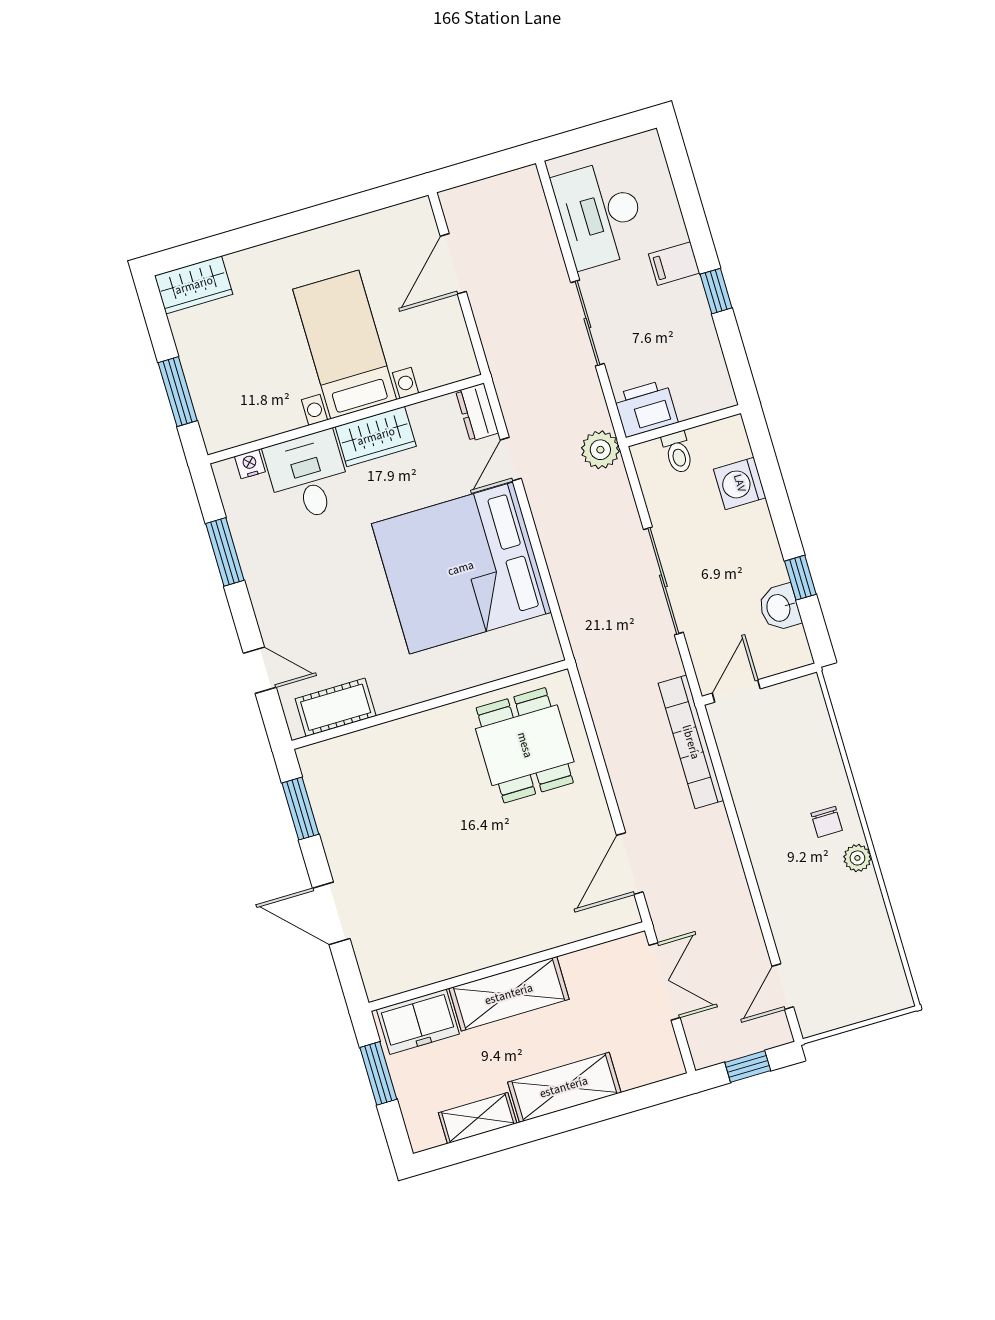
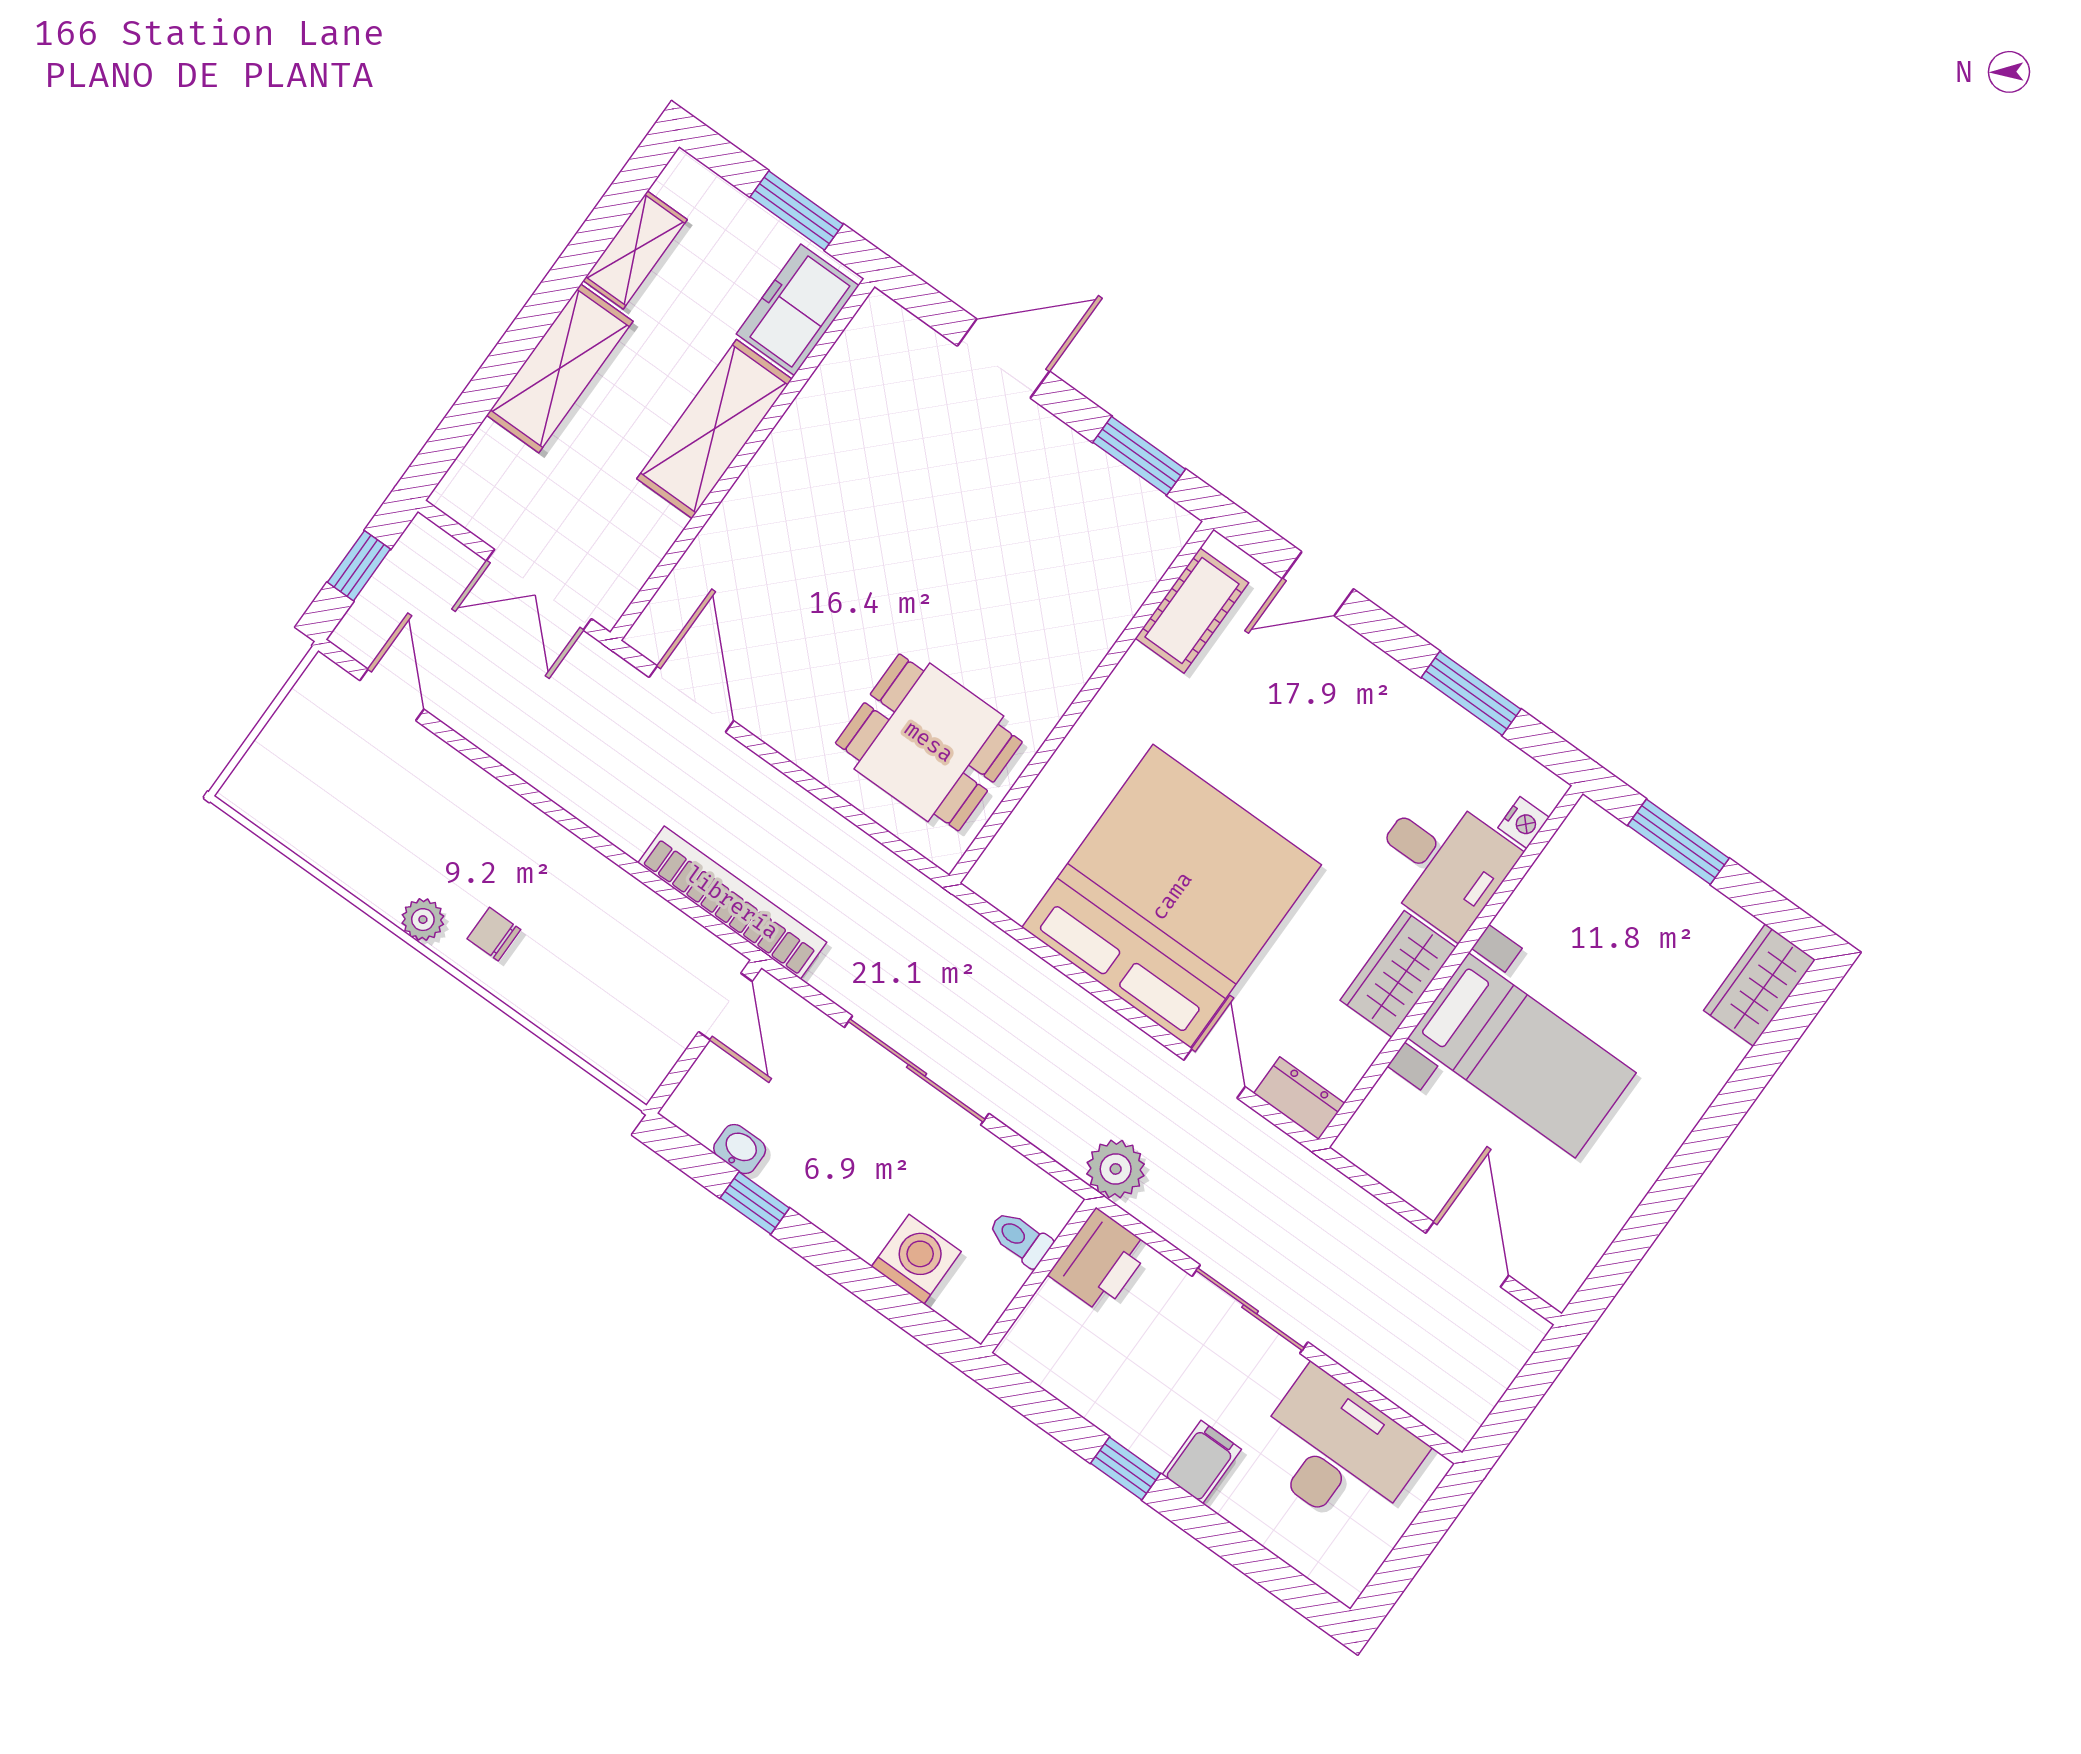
washbasin: (779, 608) -> (740, 1149), width x0.72, depth x0.69

